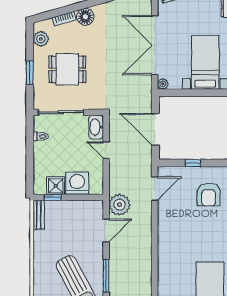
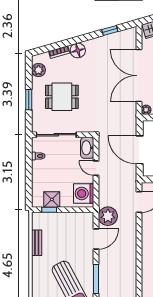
washing machine: (77, 183) -> (84, 194), moved, turned -90
bench: (39, 215) -> (37, 243), moved

